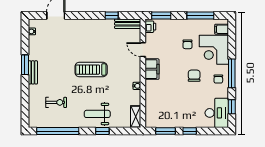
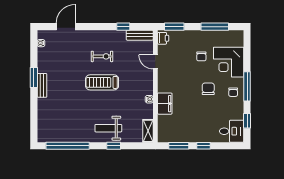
filing cabinet: (222, 29) -> (237, 41), removed
filing cabinet: (152, 69) -> (165, 104), moved
exercise bike: (56, 102) -> (102, 56), moved
desk: (217, 113) -> (232, 131), width x0.73

